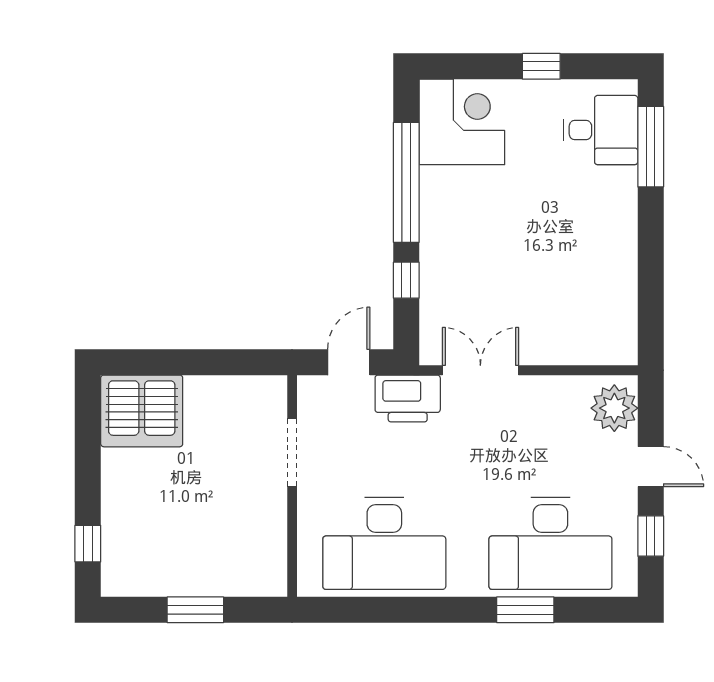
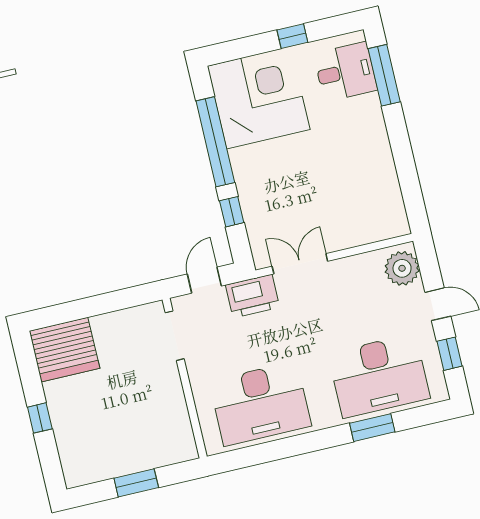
corner desk: (462, 122) -> (259, 98), width x1.36, depth x1.36
doorway: (292, 453) -> (175, 336), moved
window: (88, 544) -> (40, 418), moved

